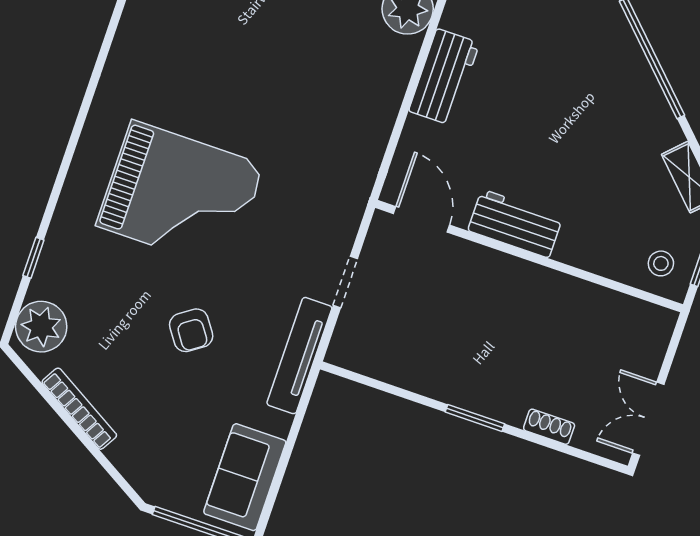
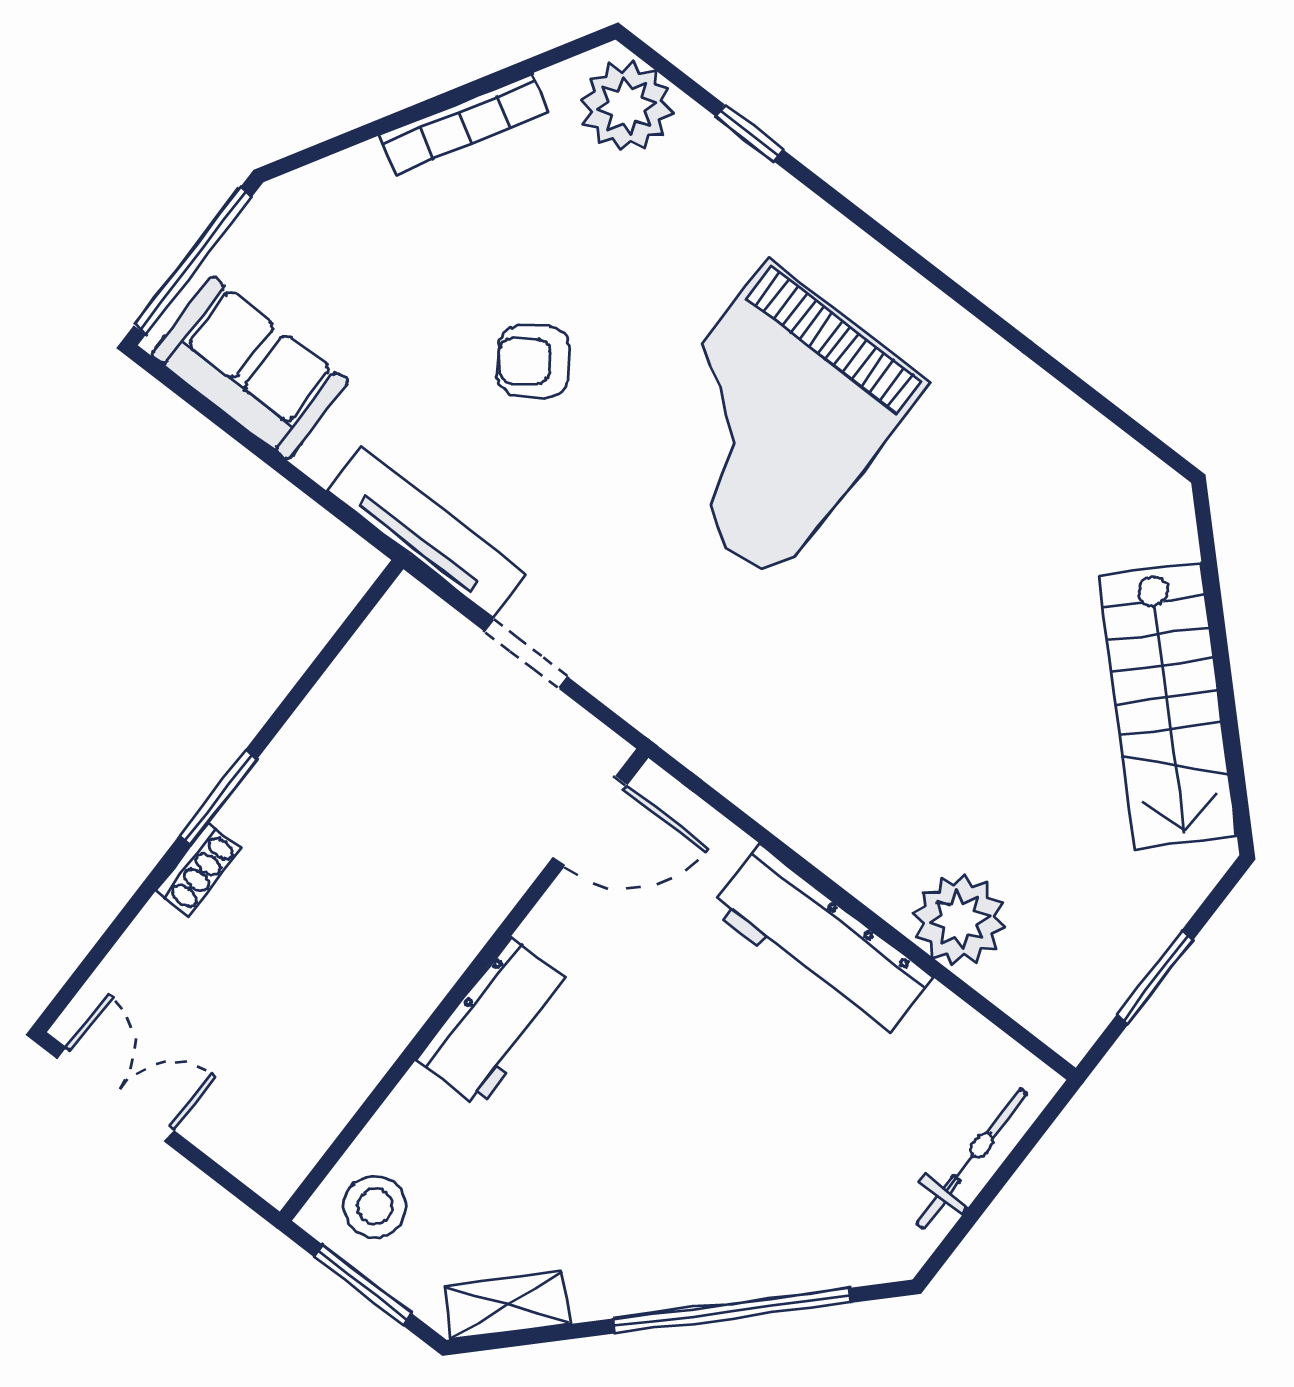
workbench: (444, 77) -> (821, 943), width x1.38
workbench: (515, 224) -> (495, 1022), moved
stool: (661, 263) -> (375, 1207), width x1.37, depth x1.37
shoe rack: (549, 427) -> (199, 869), moved

